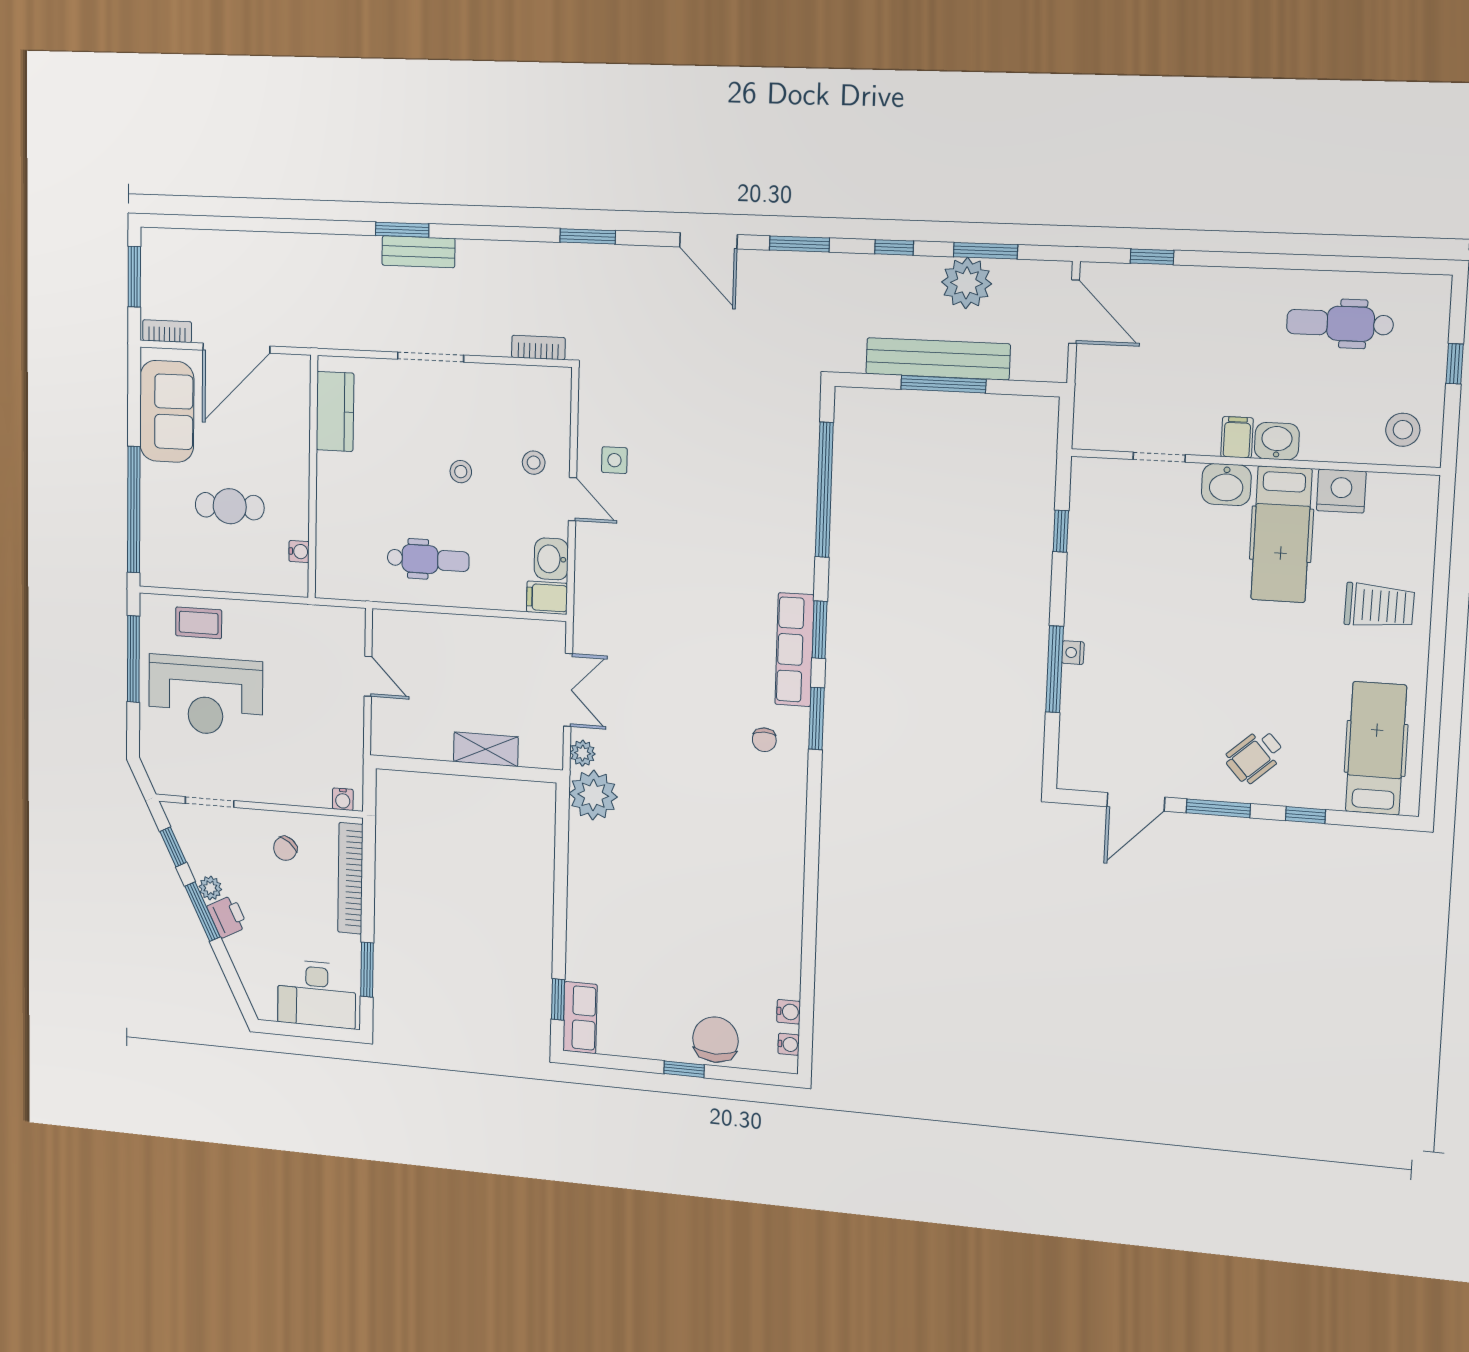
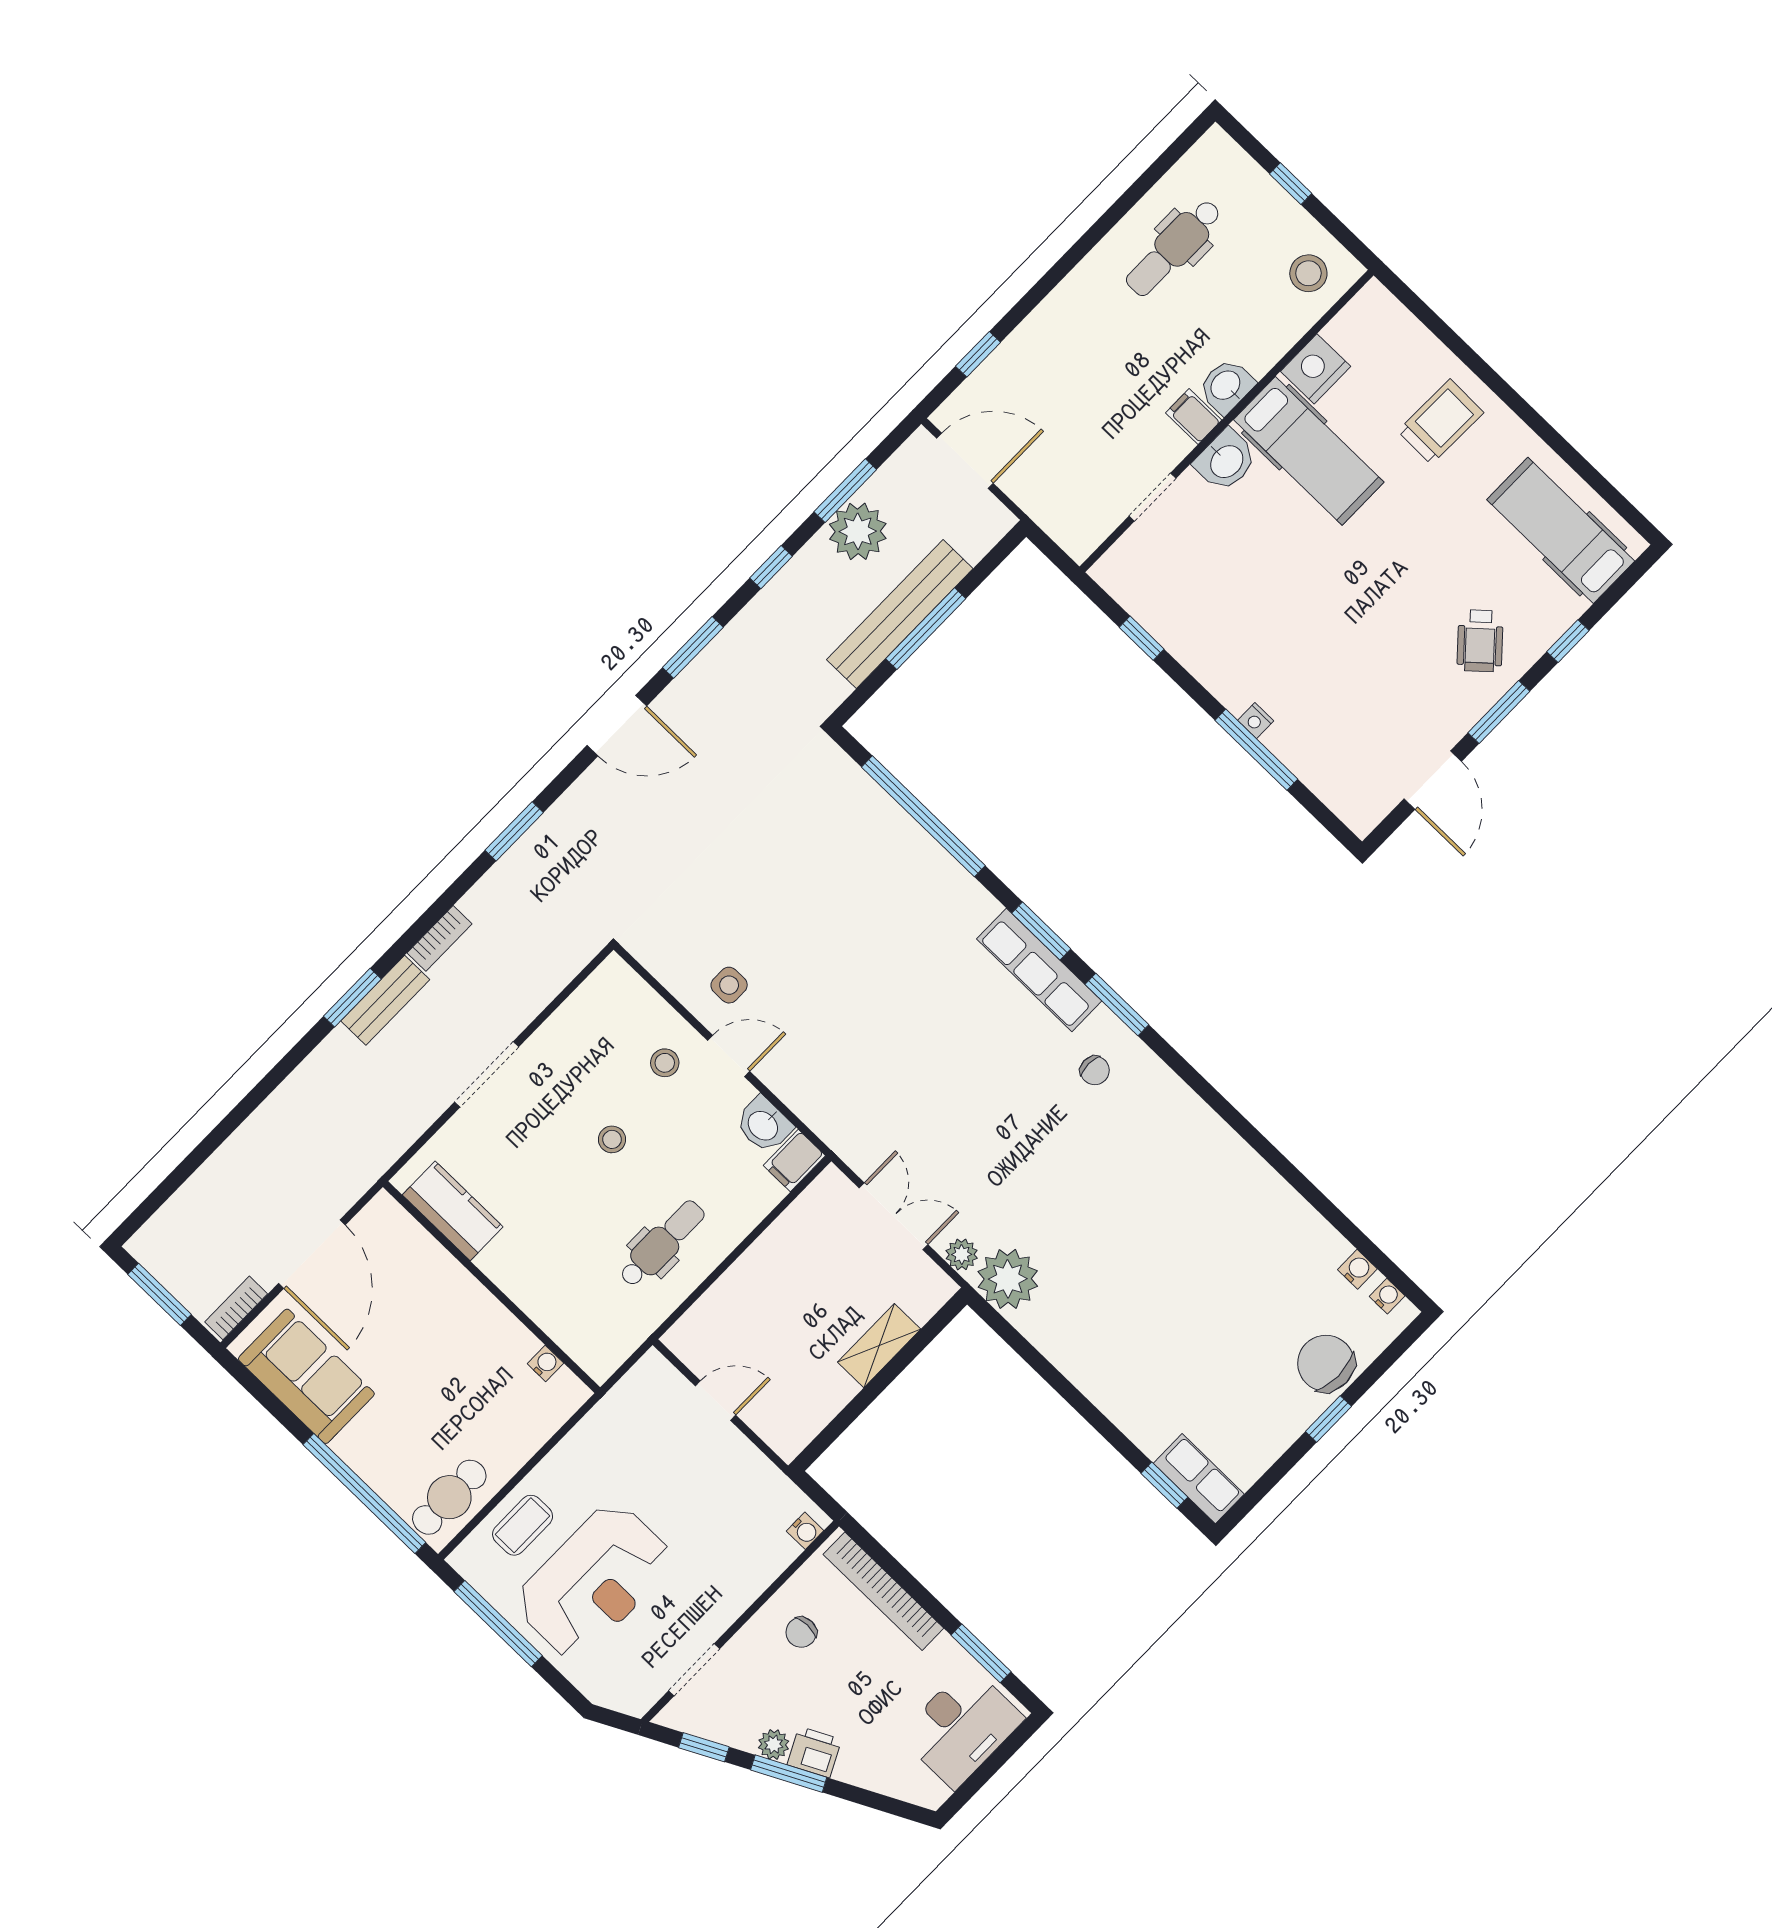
bookcase: (538, 348) -> (439, 938), moved, turned 180
cafe table: (230, 506) -> (449, 1497), moved
chair: (285, 848) -> (801, 1632), turned 53

